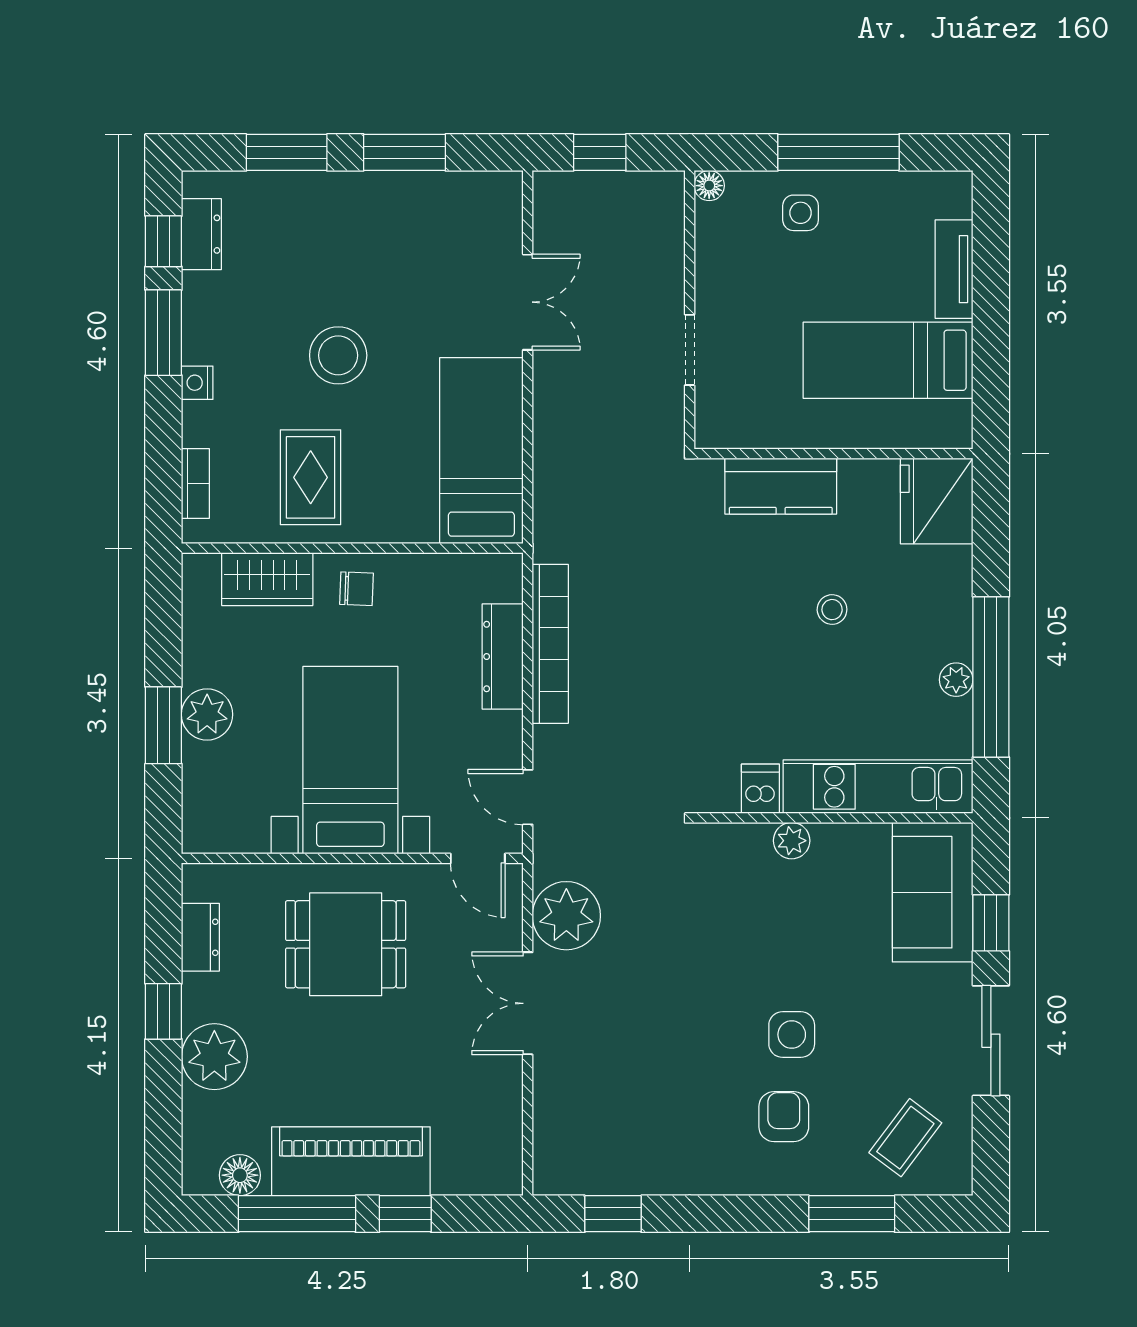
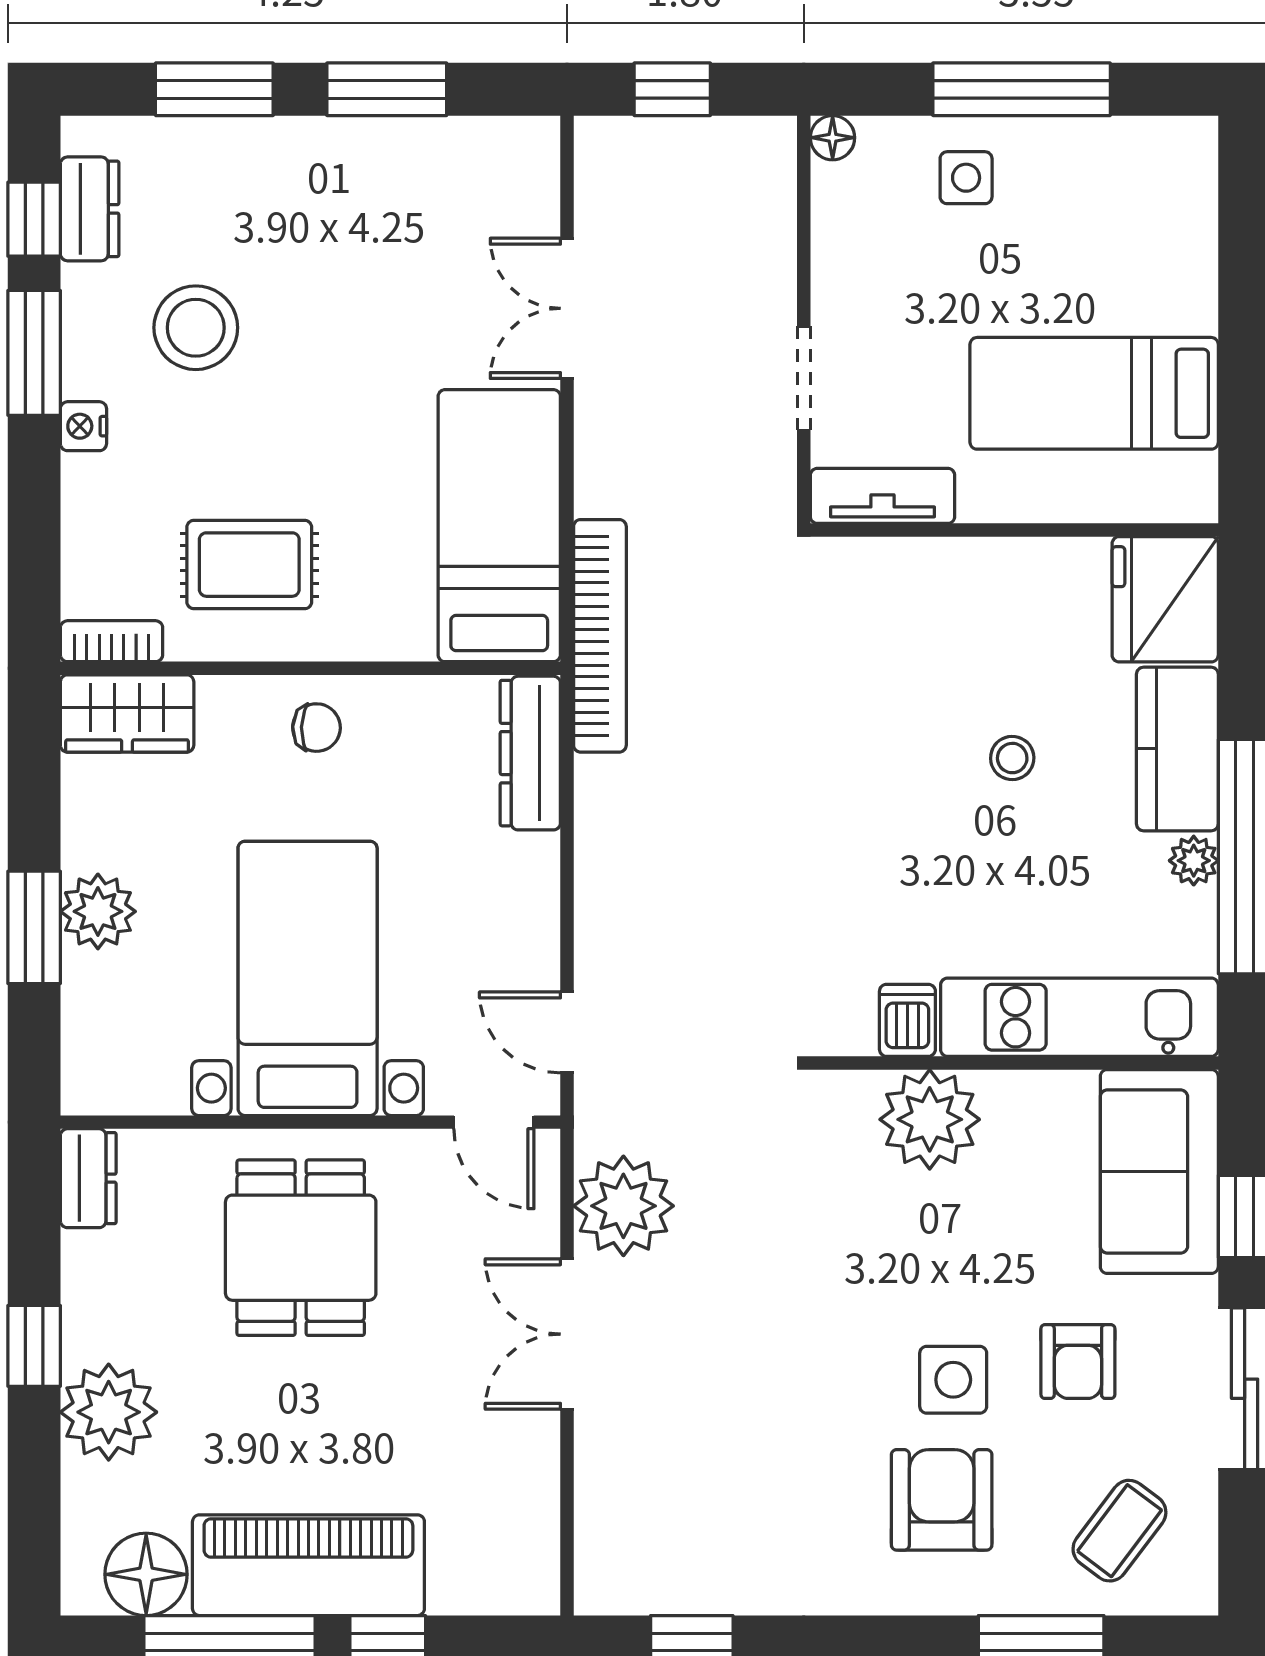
tv unit: (954, 269) -> (883, 496), moved, turned 90
double door: (528, 302) -> (567, 308), swing flipped
stool: (338, 355) -> (196, 328), moved
rug: (311, 477) -> (249, 565), turned 90
bookcase: (195, 483) -> (112, 641), moved, turned -90
kitchen counter: (781, 486) -> (1177, 749), moved, turned 90
wardrobe: (267, 579) -> (127, 713), moved
bookcase: (550, 644) -> (600, 636), moved
dresser: (503, 657) -> (530, 753), moved
plant: (792, 841) -> (930, 1119), width x1.88, depth x1.88
dresser: (200, 937) -> (88, 1178), moved
dining table: (346, 944) -> (301, 1248), turned 90
armchair: (877, 1022) -> (1078, 1362), added
armchair: (784, 1117) -> (942, 1500), width x1.38, depth x1.38
floor lamp: (240, 1175) -> (146, 1574), width x1.38, depth x1.38

